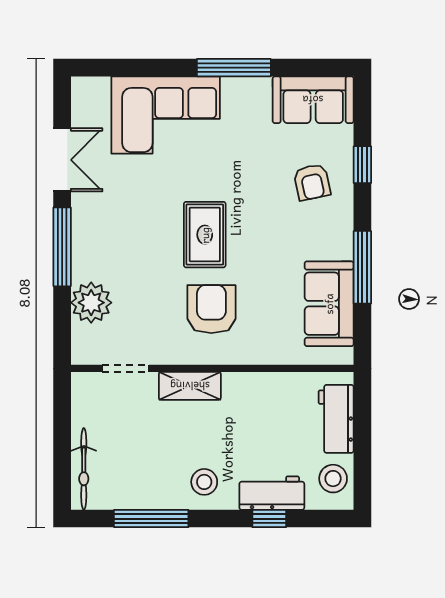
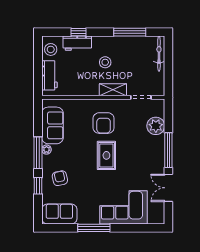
plant: (343, 248) -> (46, 150), added
window: (362, 267) -> (38, 153), moved
stool: (204, 482) -> (105, 62), moved

